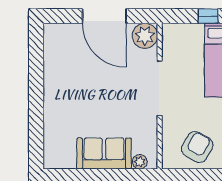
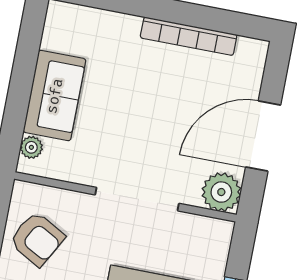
bookcase: (50, 76) -> (189, 36), added

